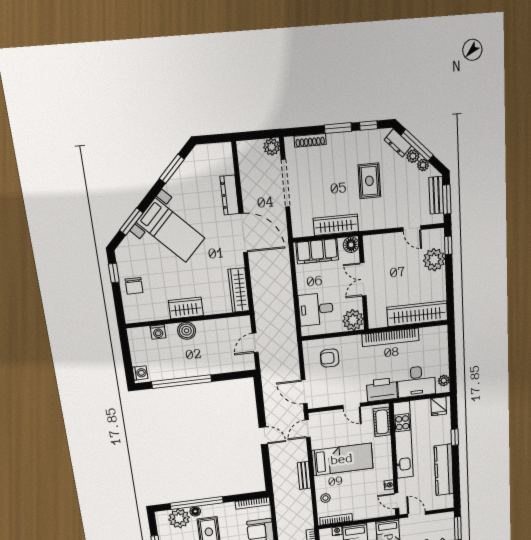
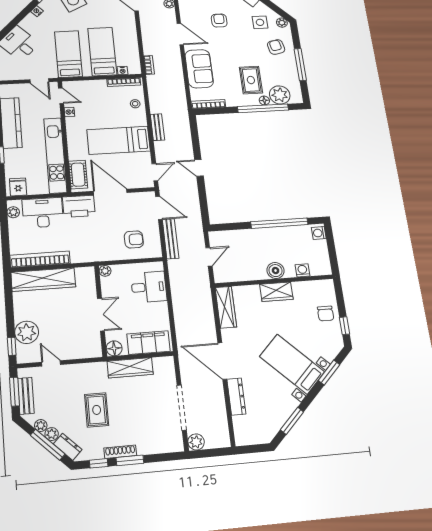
shoe rack: (310, 140) -> (120, 452), moved
chair: (134, 286) -> (326, 314), turned 180
plant: (353, 320) -> (105, 271), width x0.53, depth x0.53
bookcase: (390, 337) -> (40, 259), moved
bench: (293, 360) -> (171, 239), added
door: (352, 406) -> (110, 192), width x1.87

